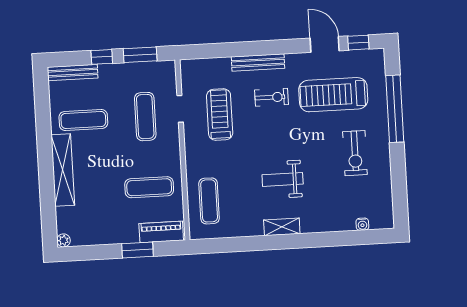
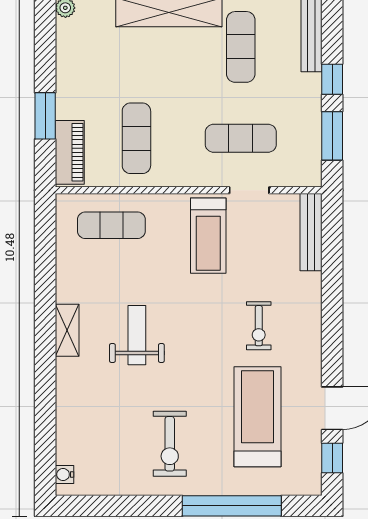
bench: (258, 63) -> (311, 232), moved
treadmill: (220, 115) -> (208, 236), moved, turned 90
exercise bike: (355, 153) -> (170, 444), turned -90
water cooler: (362, 224) -> (64, 475), moved

